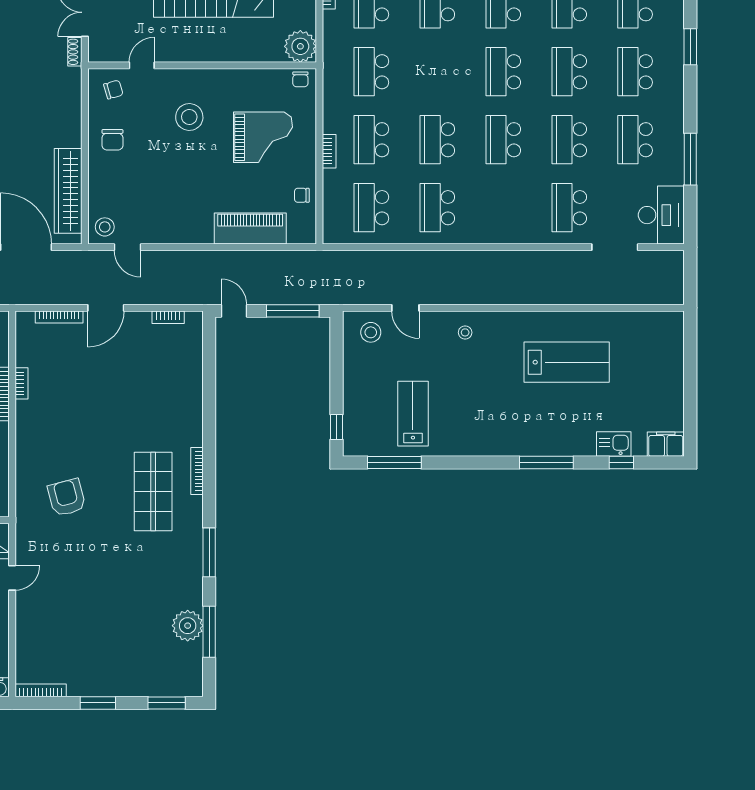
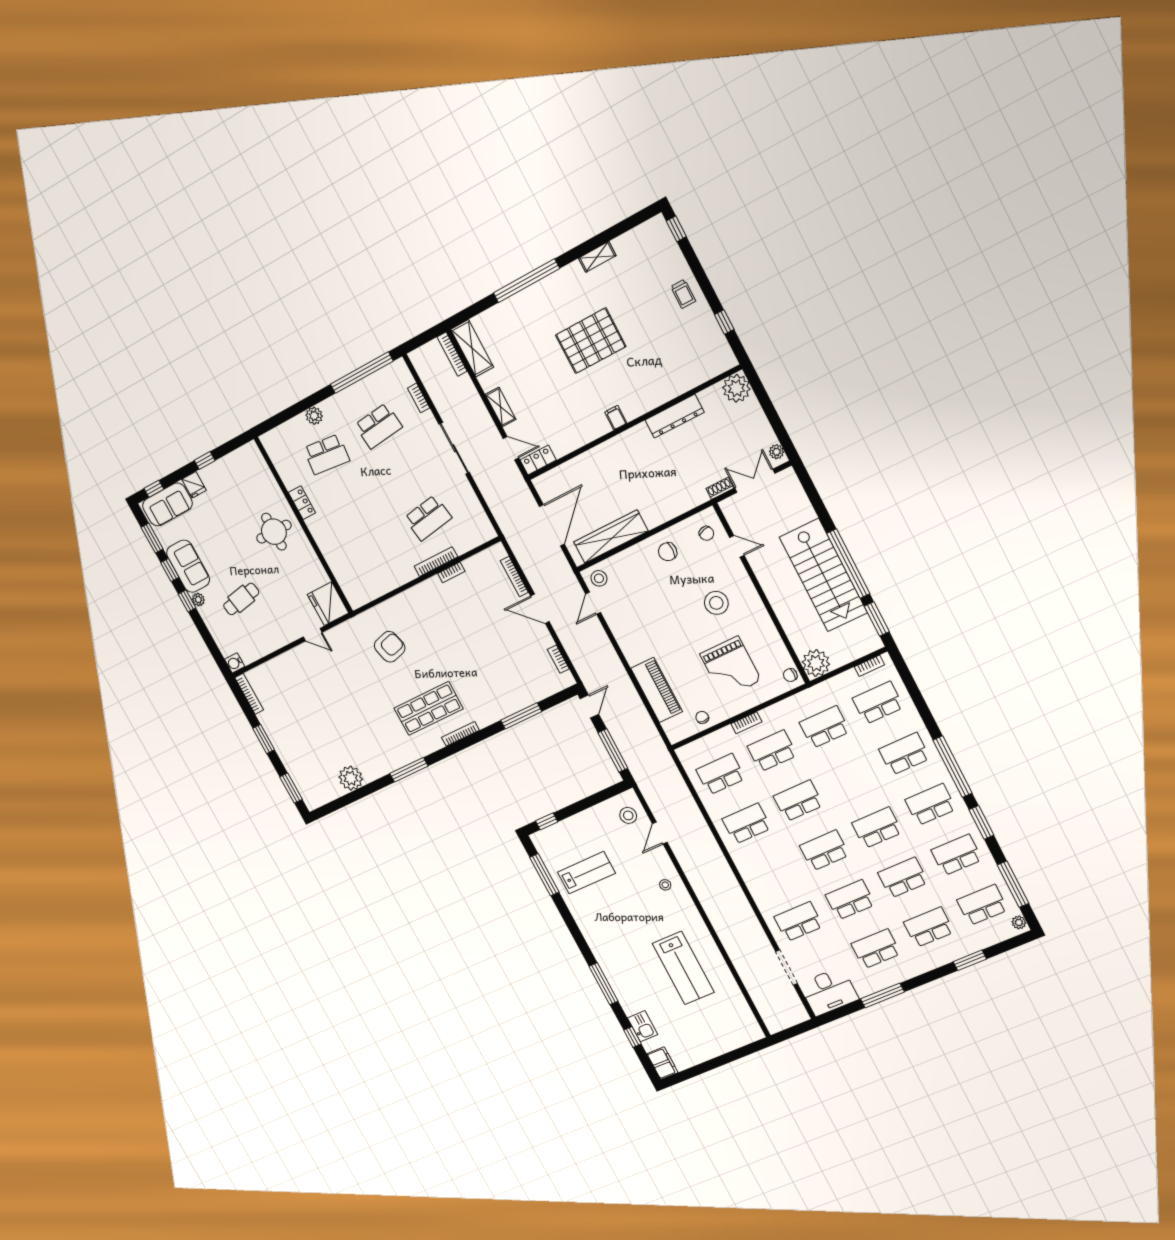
window: (209, 632) -> (521, 716), moved

